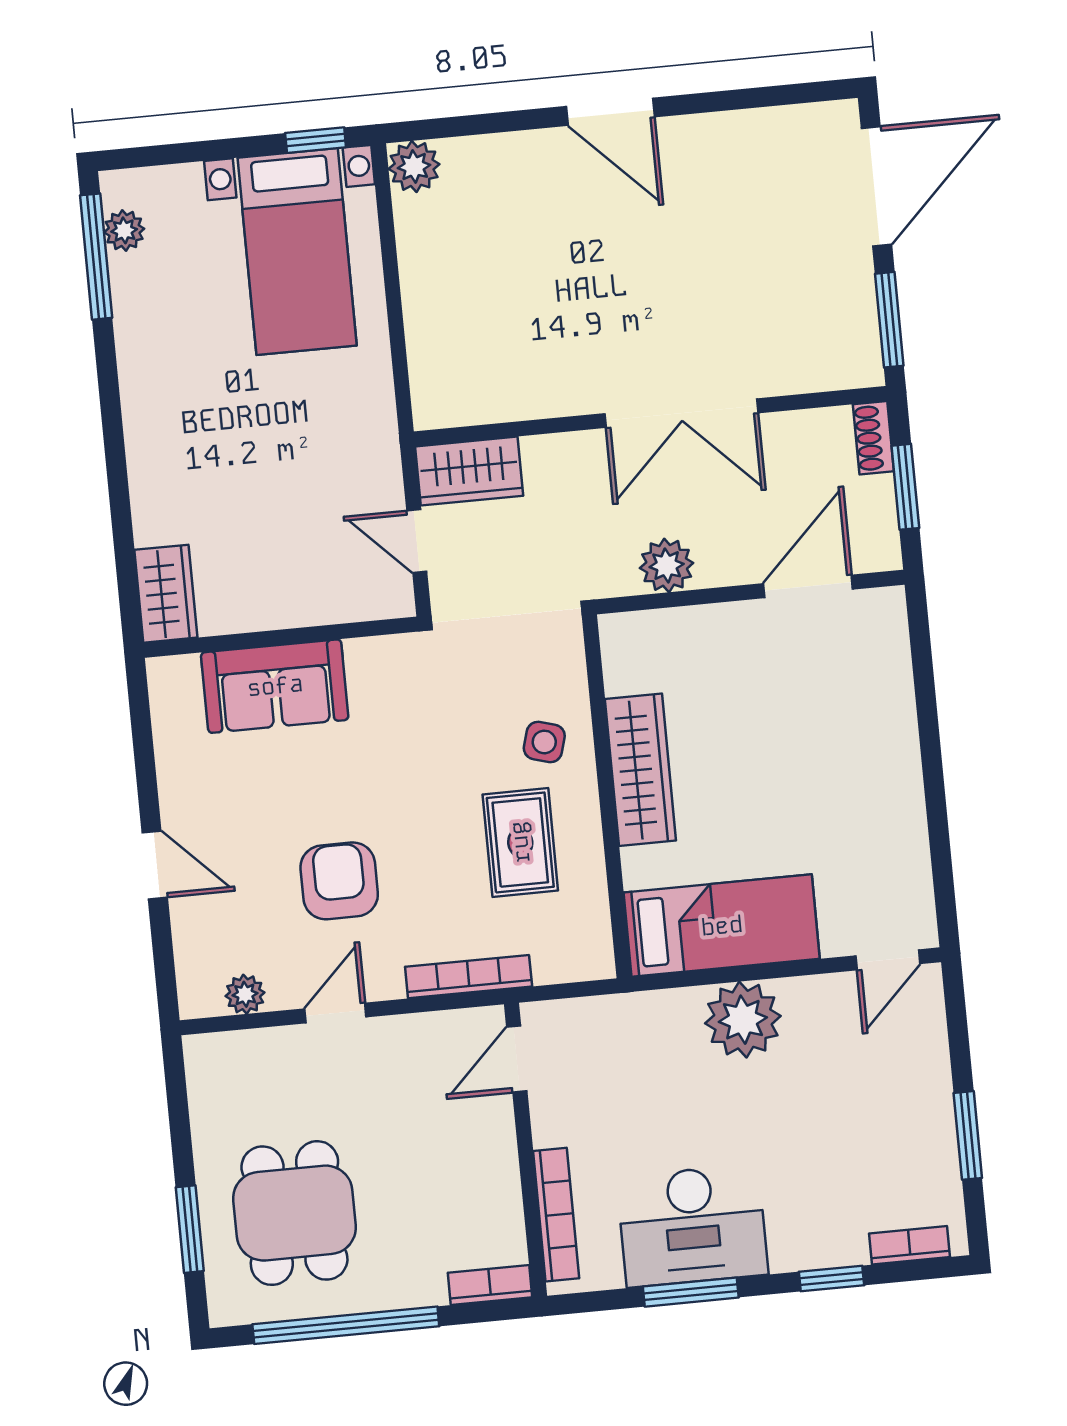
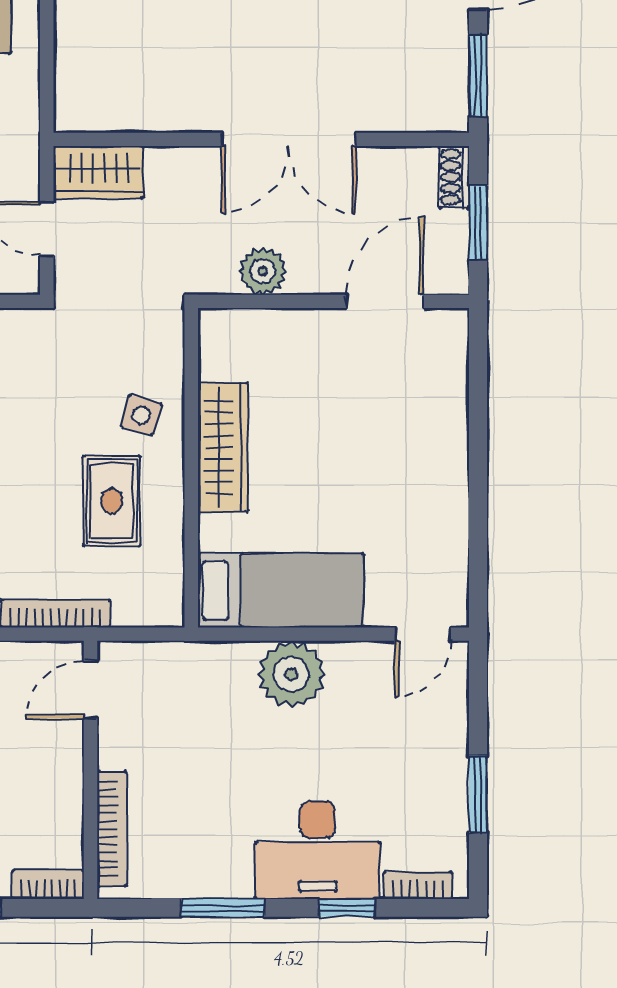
desk: (692, 1226) -> (318, 850), moved

